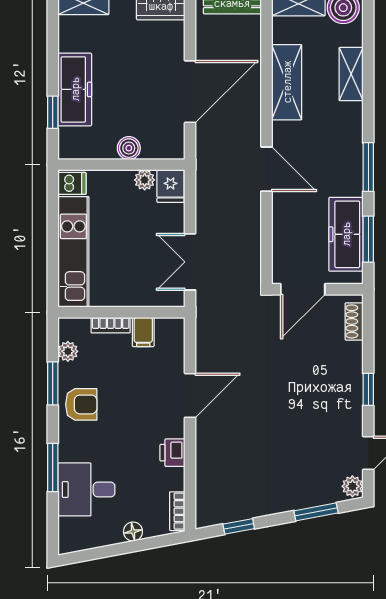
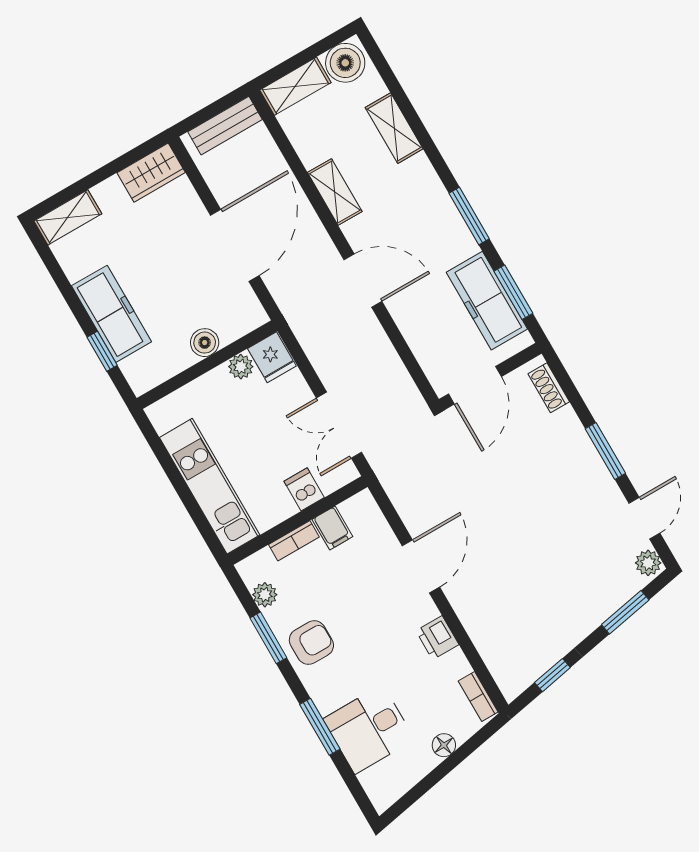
shelving: (287, 82) -> (335, 192), width x0.67, depth x0.75
dishwasher: (72, 183) -> (304, 489), moved, turned -90
window: (368, 389) -> (605, 451), width x1.50

